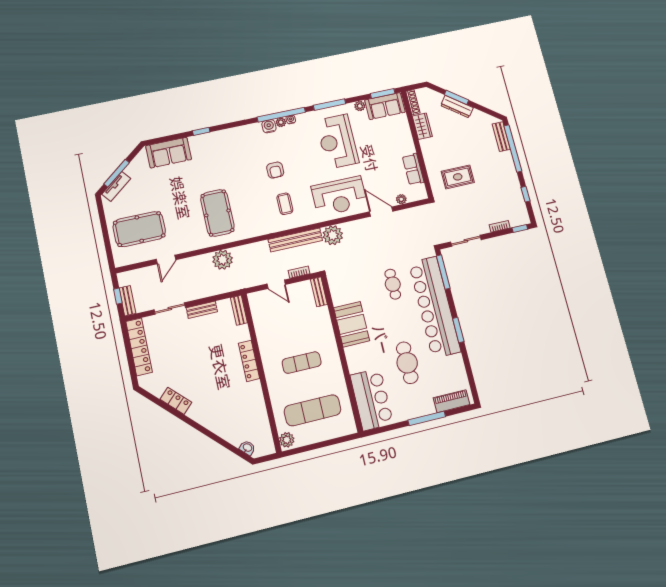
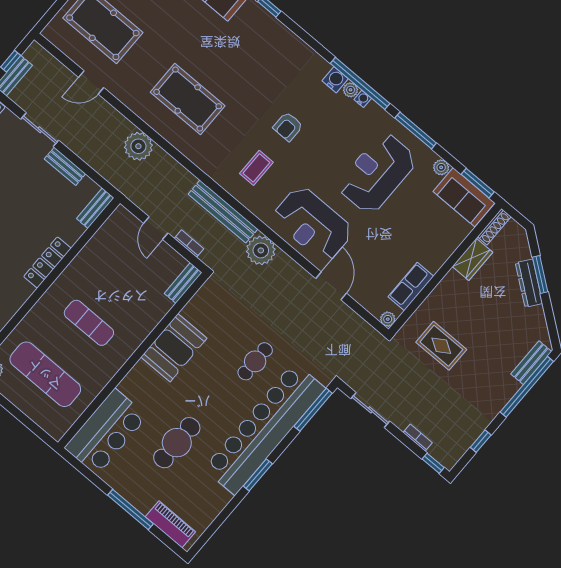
plant: (401, 199) -> (388, 319), moved
pool table: (217, 213) -> (188, 99), turned 90

